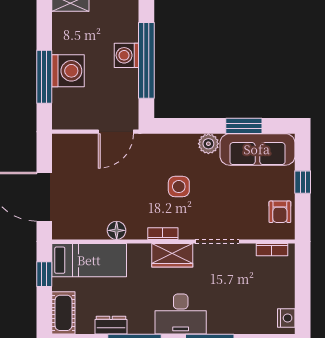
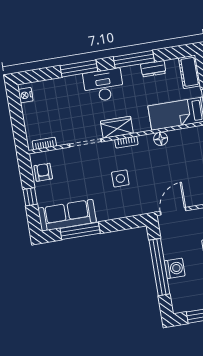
window: (244, 126) -> (80, 231), width x1.44
plant: (208, 144) -> (104, 213), removed

